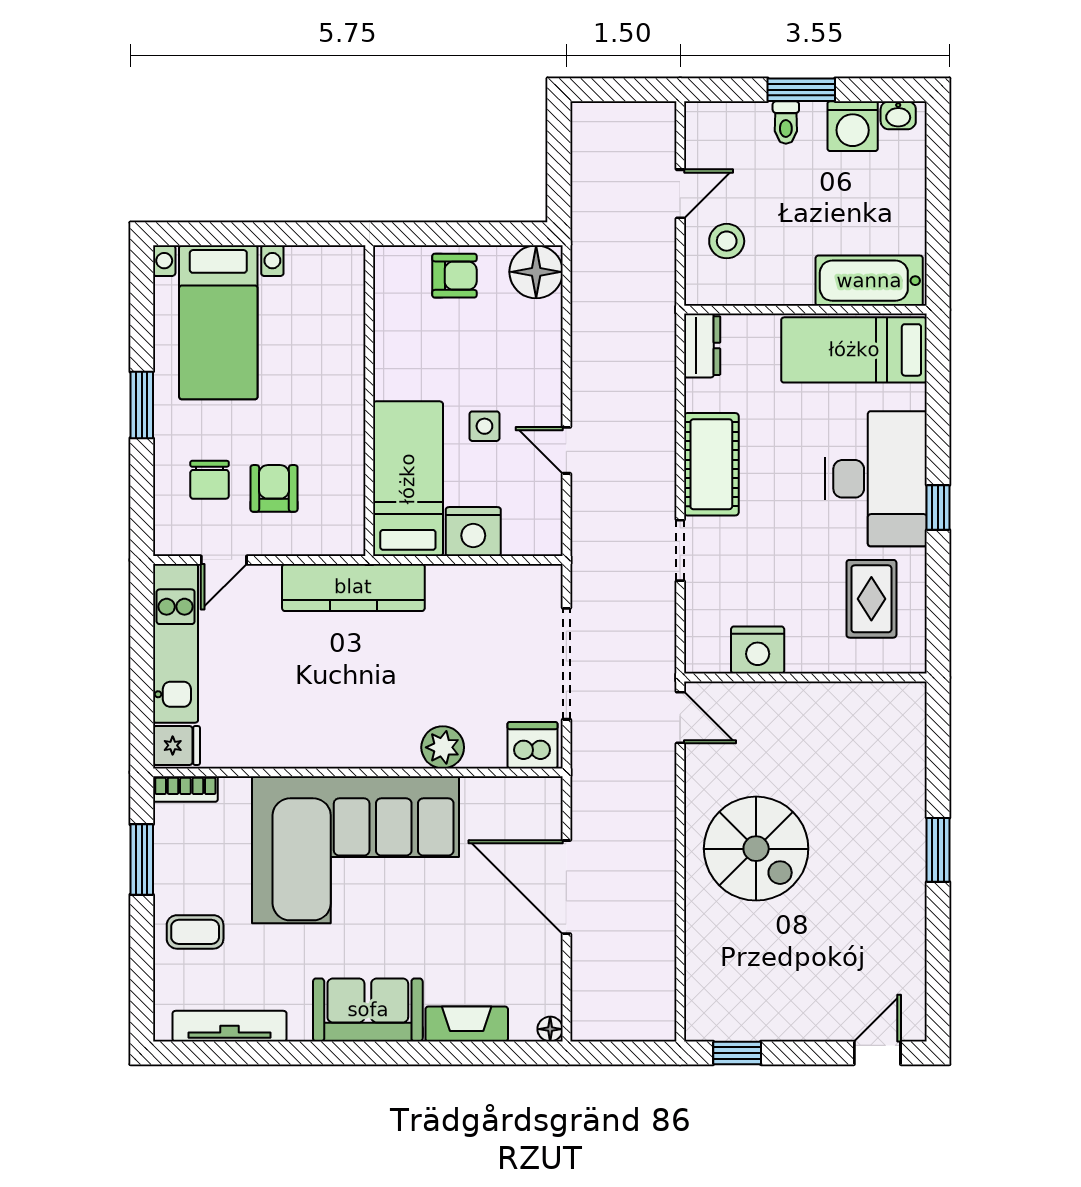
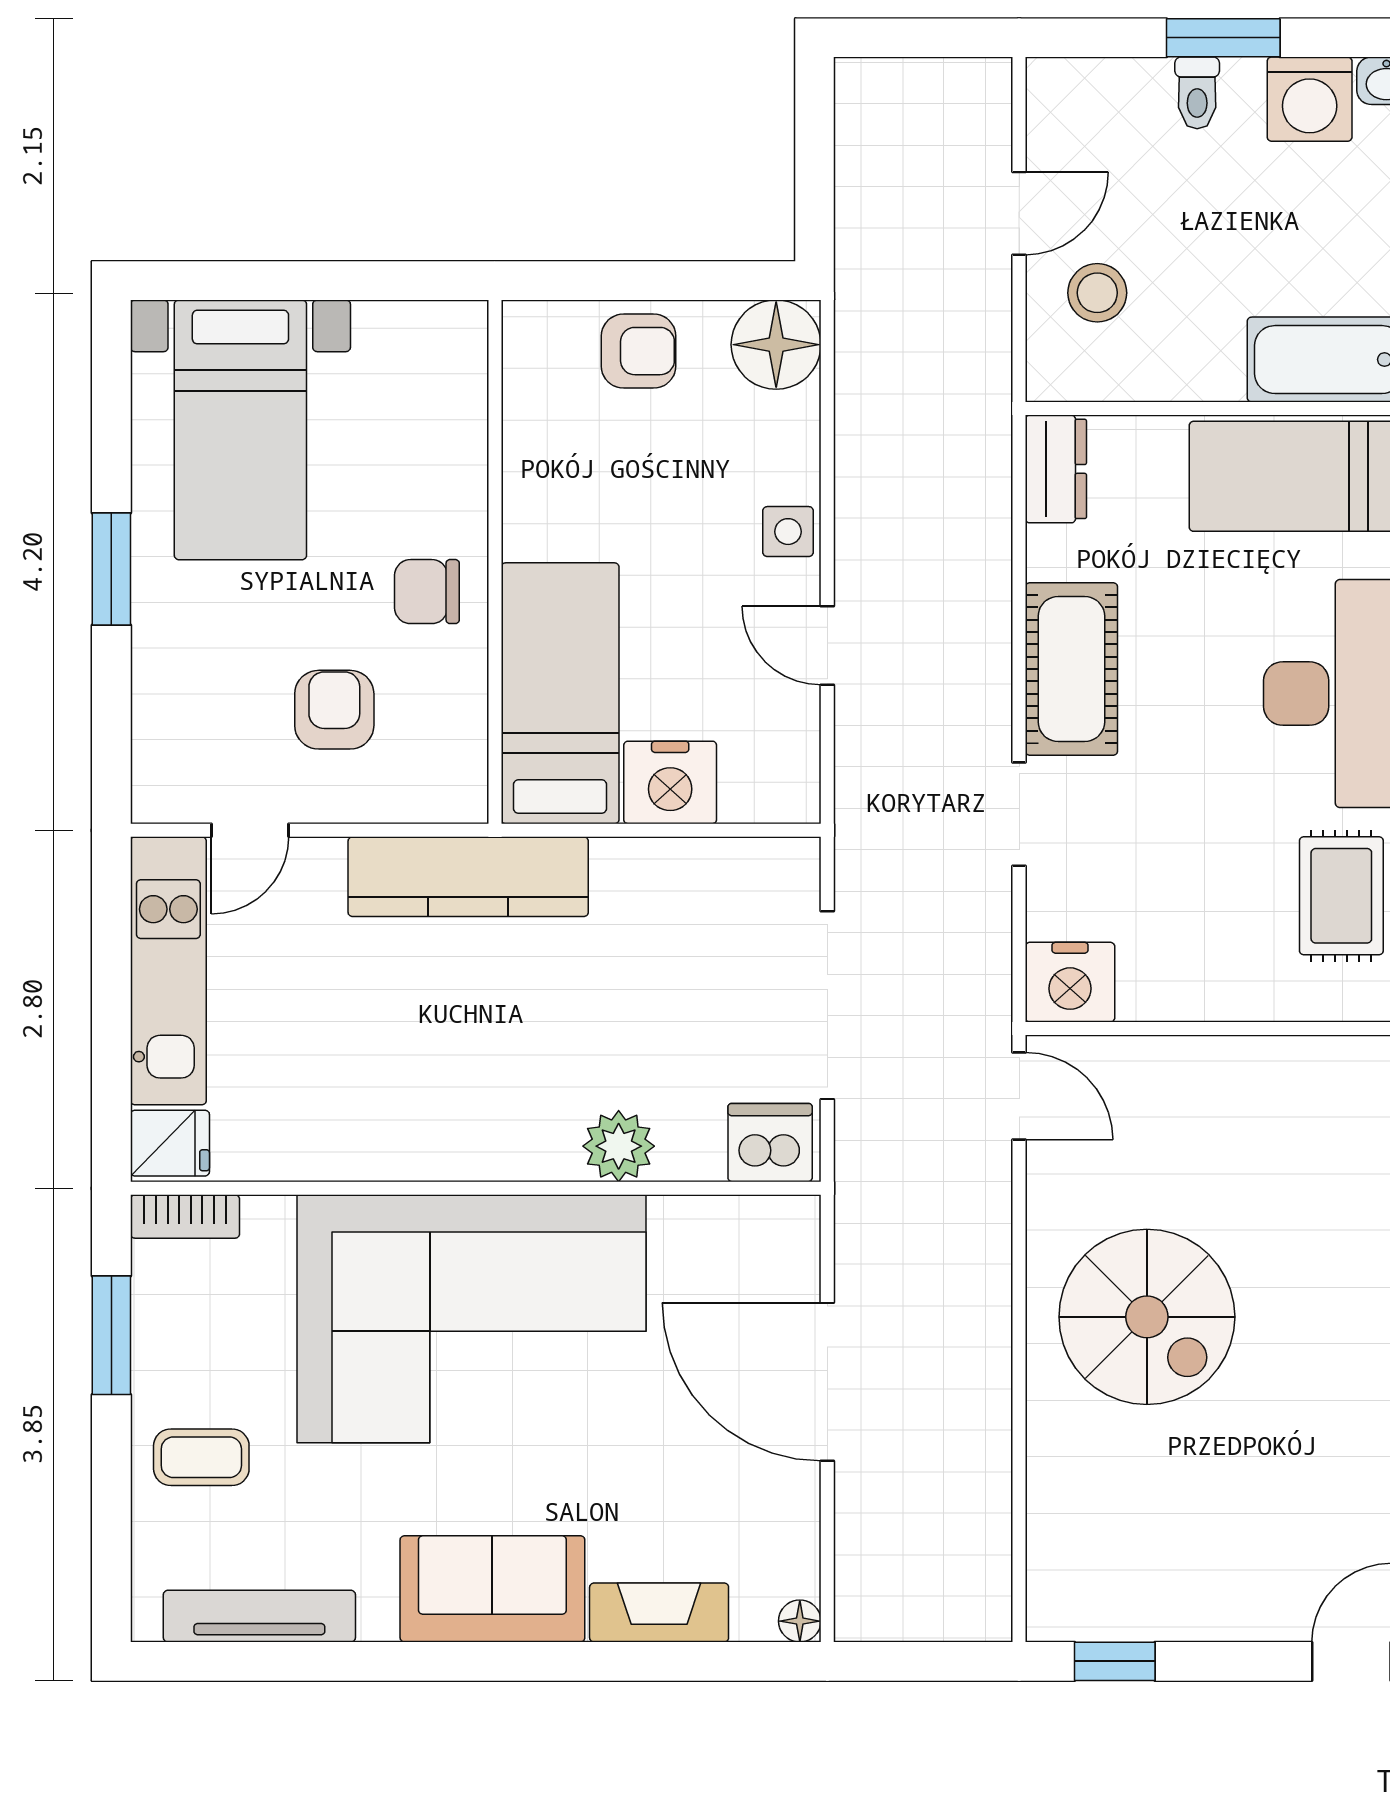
side table: (484, 426) -> (788, 532), moved
chair: (210, 480) -> (427, 592), moved, turned 90
nightstand: (758, 650) -> (1070, 982), moved

